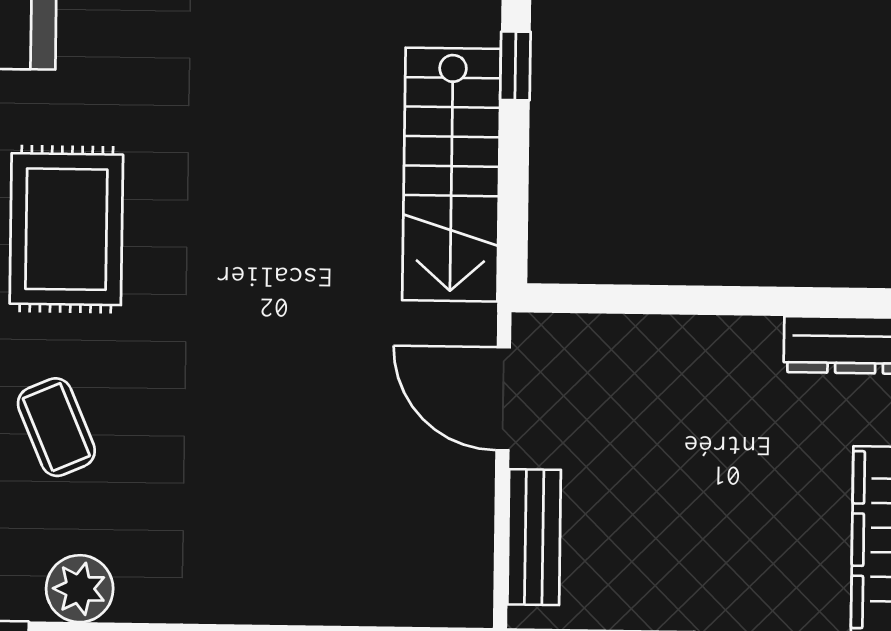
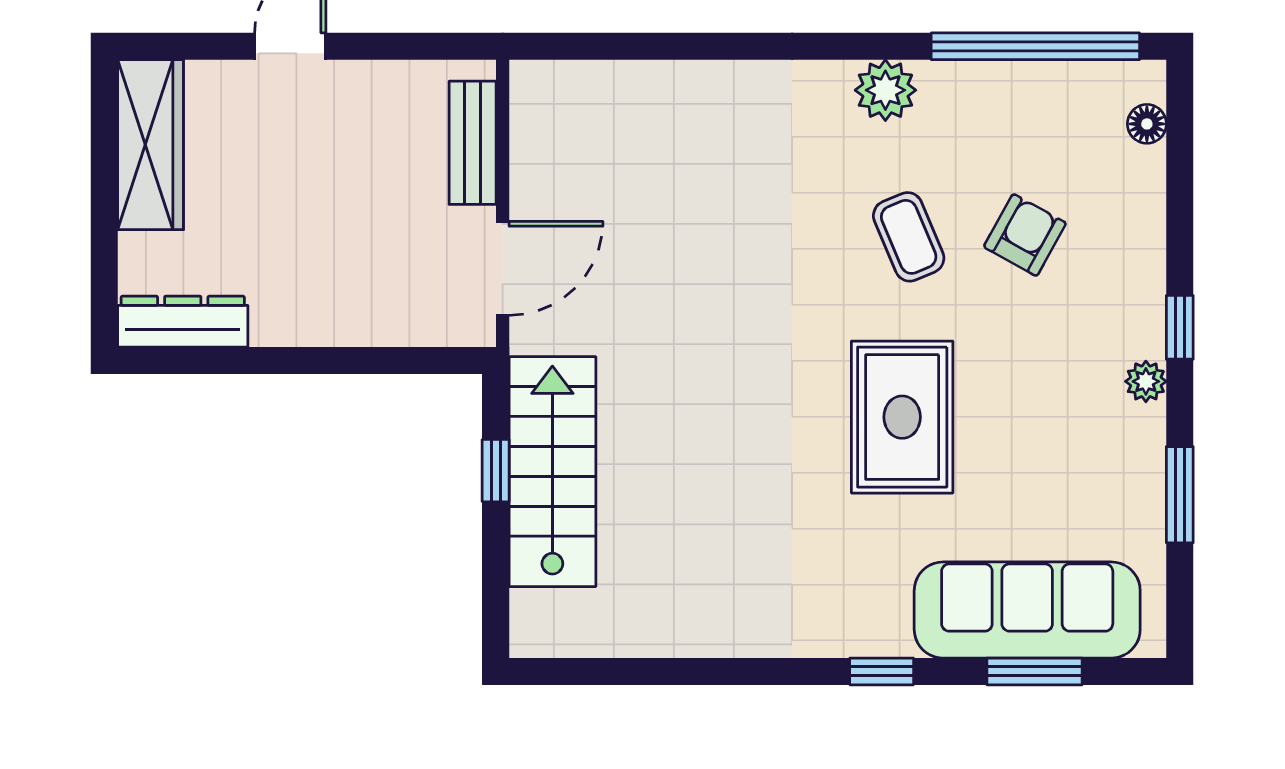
window: (515, 66) -> (496, 471), moved
door: (503, 399) -> (503, 268), hinge flipped

